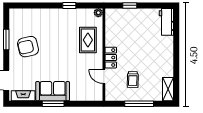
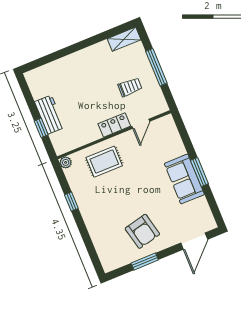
workbench: (166, 22) -> (50, 115), moved, turned -90
fireplace: (23, 96) -> (205, 213), removed

